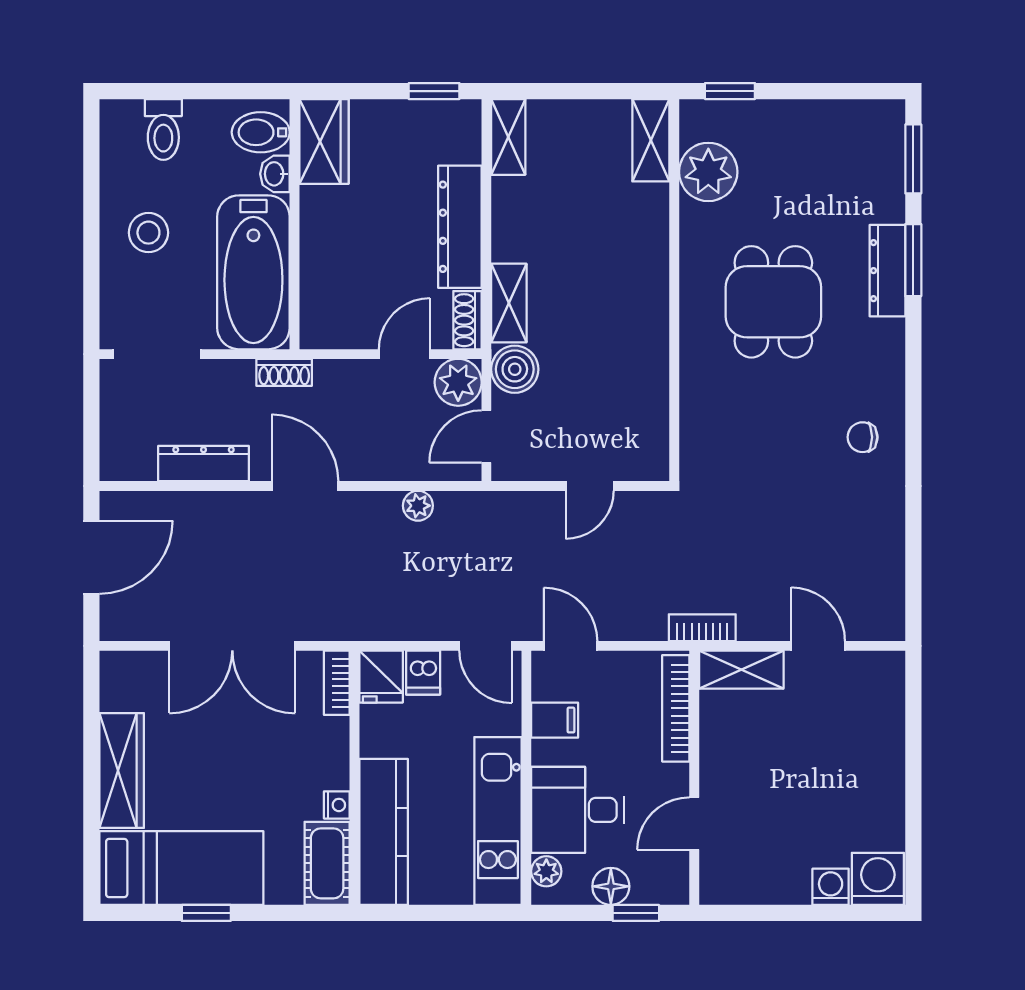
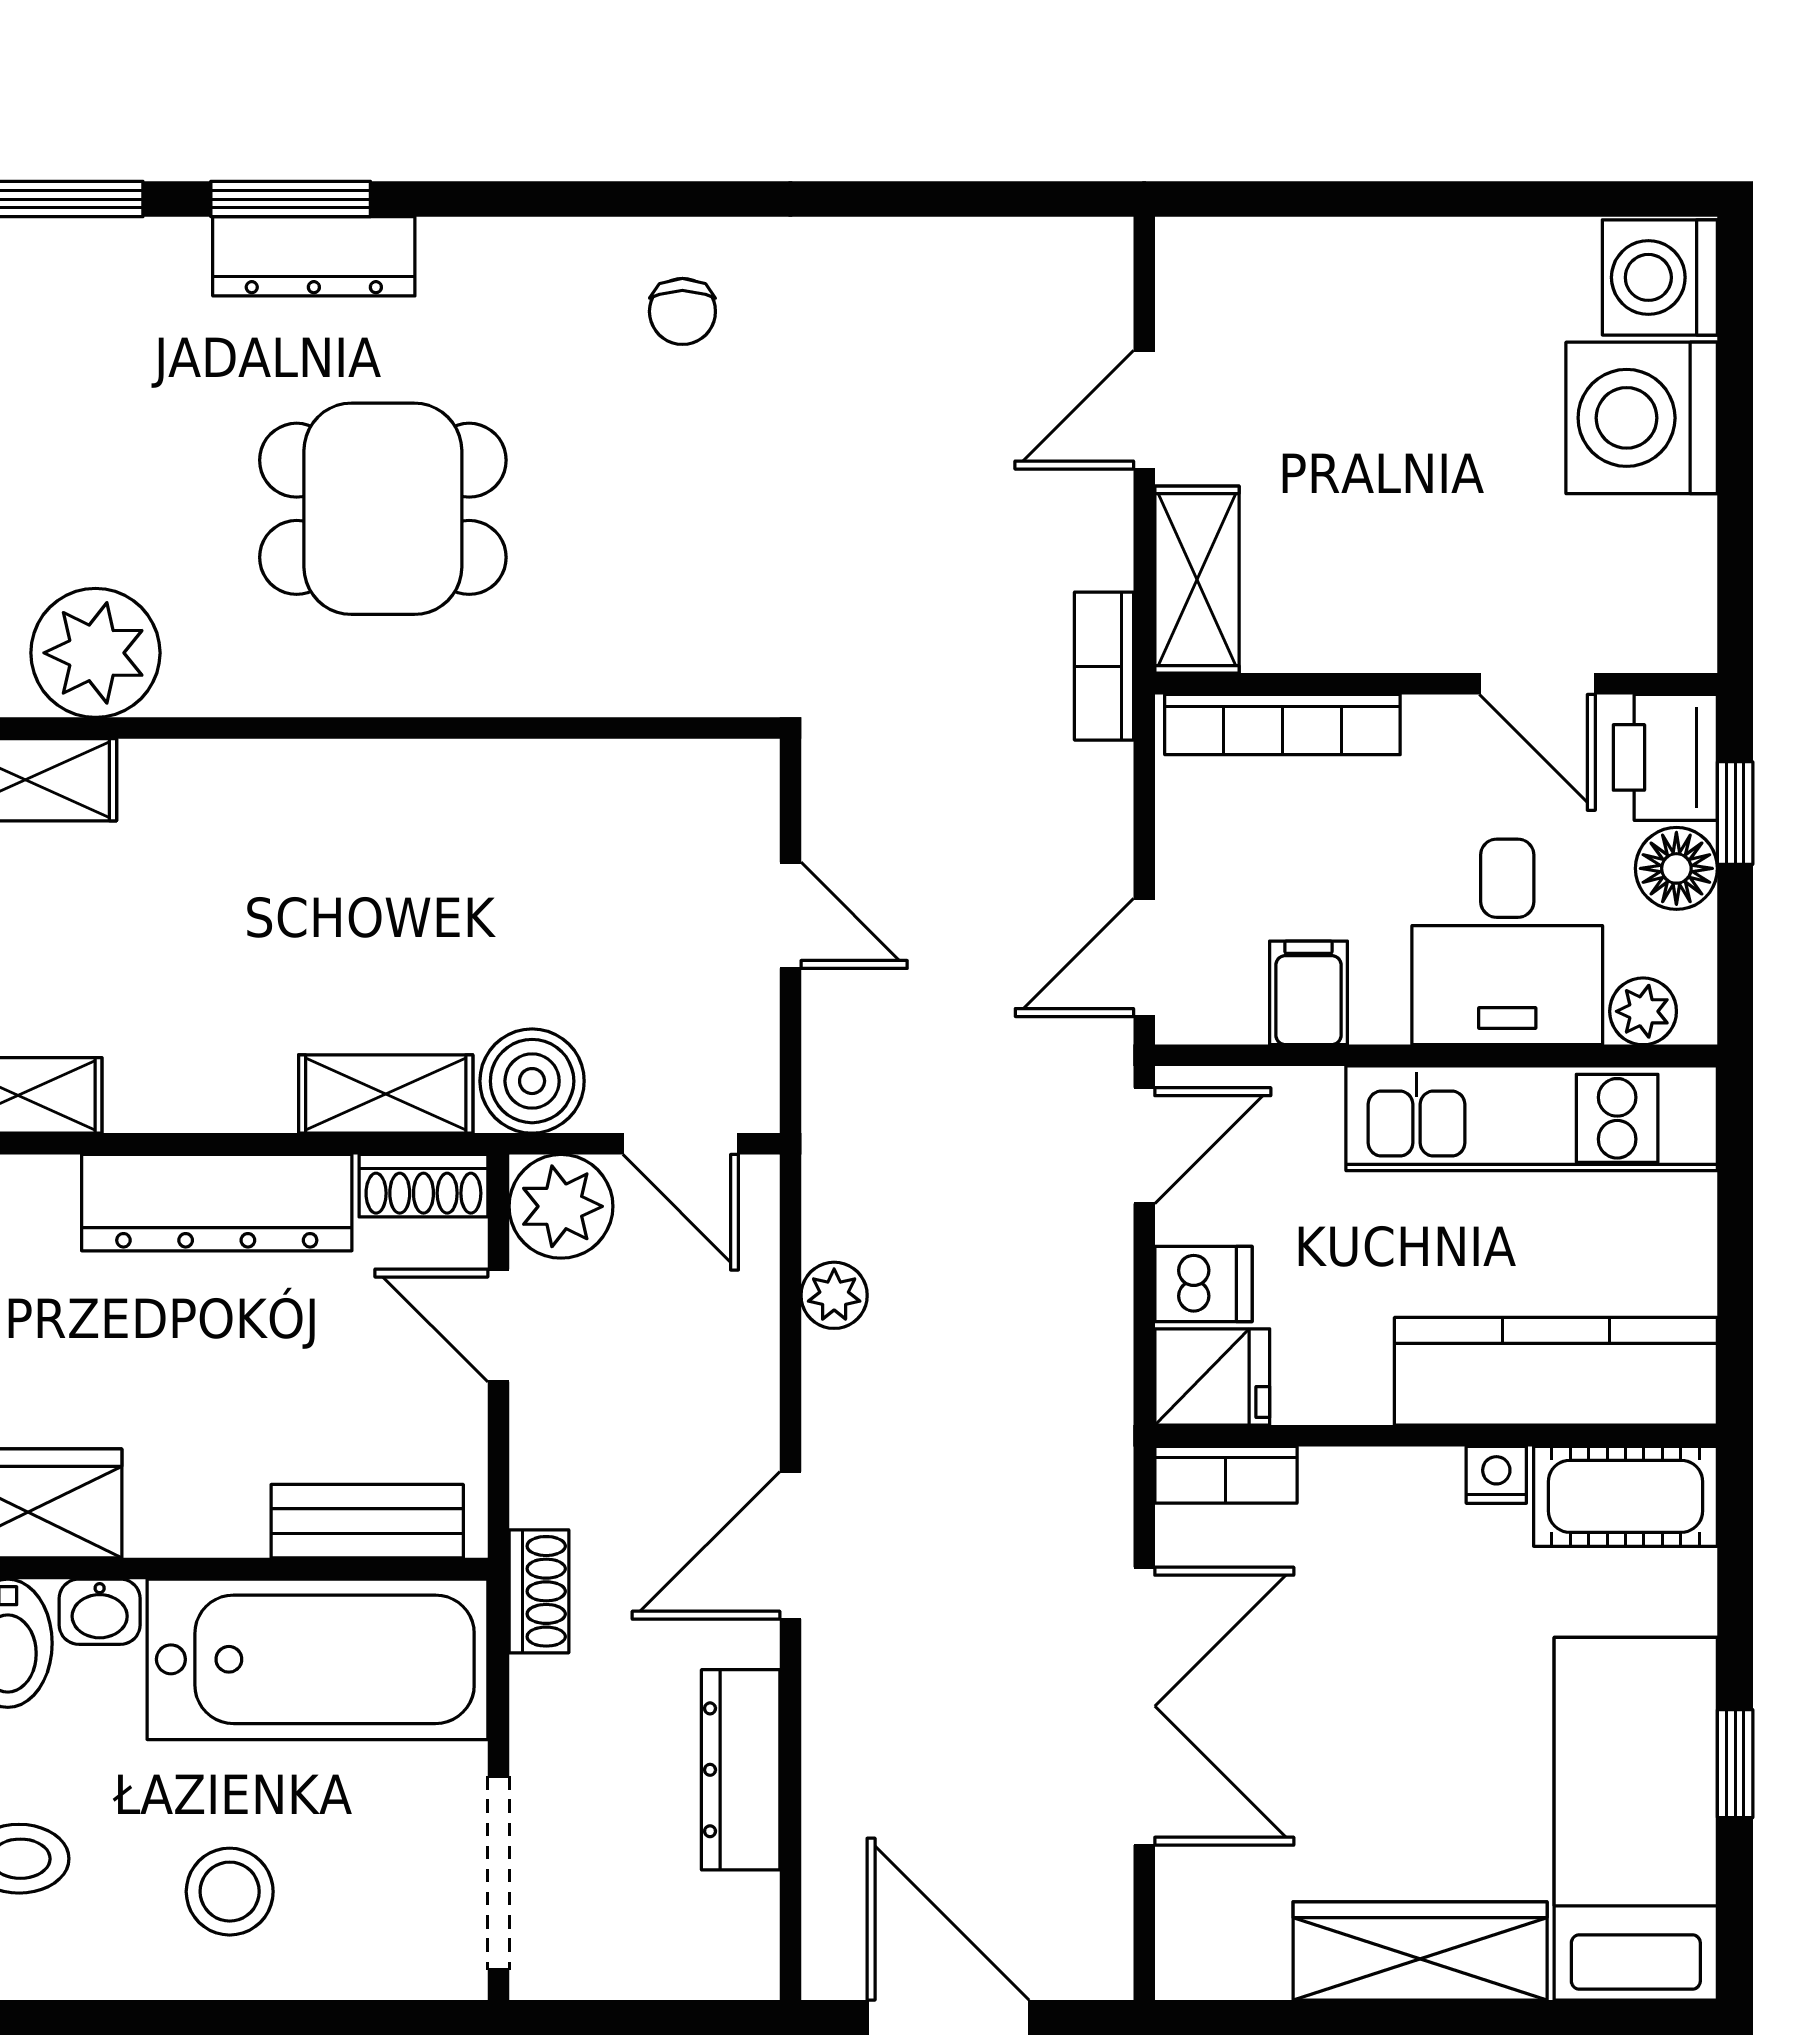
bench: (316, 295) -> (367, 1521), added
printer: (661, 881) -> (1665, 757), added
washing machine: (831, 887) -> (1642, 418), width x1.89, depth x1.89

